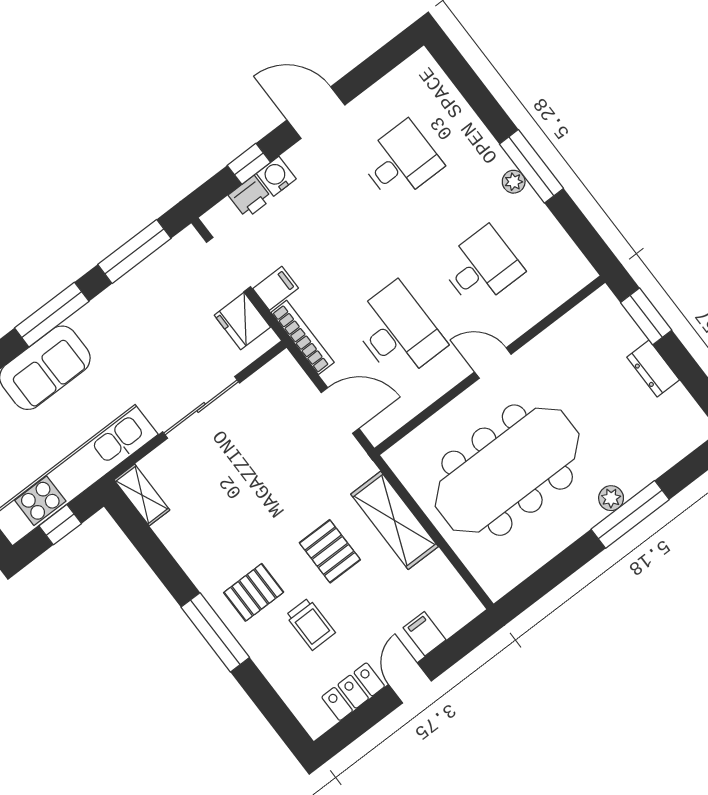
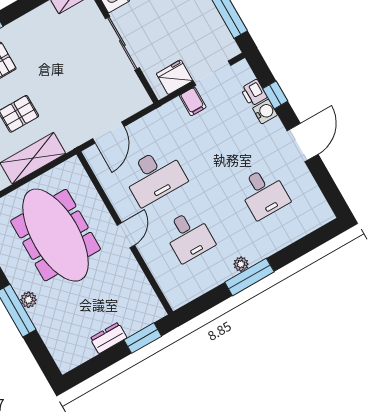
bookcase: (303, 337) -> (159, 115), removed

